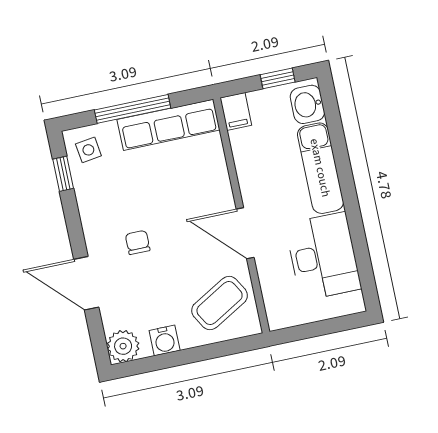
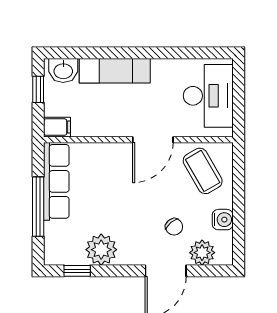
side table: (88, 150) -> (63, 247), removed
plant: (96, 198) -> (101, 250), added
chair: (138, 242) -> (174, 227), moved, turned -130
desk: (323, 256) -> (208, 96), moved, turned 90
plant: (123, 346) -> (202, 253), moved

